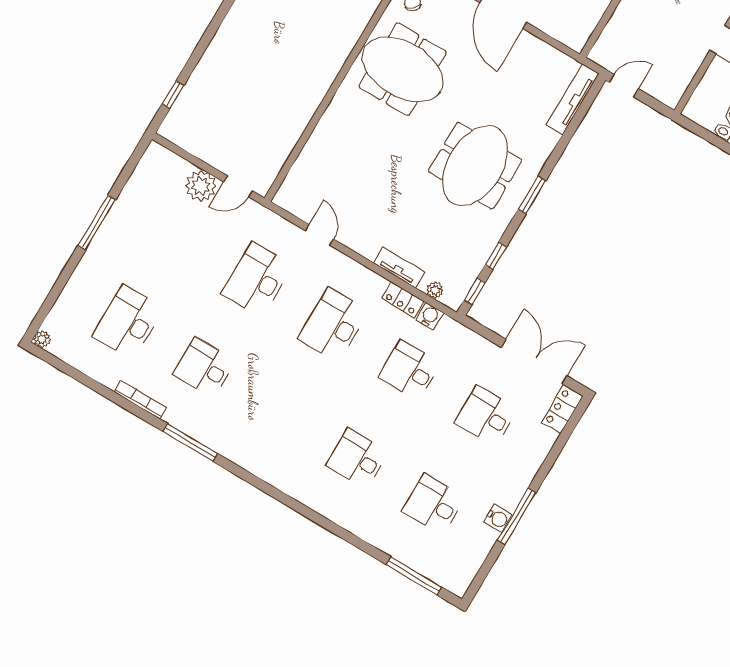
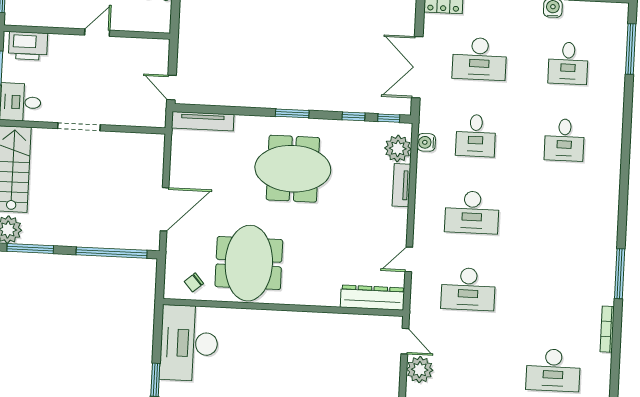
dresser: (300, 177) -> (372, 298), added
plant: (435, 290) -> (398, 148), width x1.88, depth x1.88
locker: (403, 300) -> (425, 170), removed
double door: (534, 362) -> (417, 67), moved
desk: (204, 368) -> (557, 293), removed
desk: (486, 416) -> (479, 59), width x1.37

